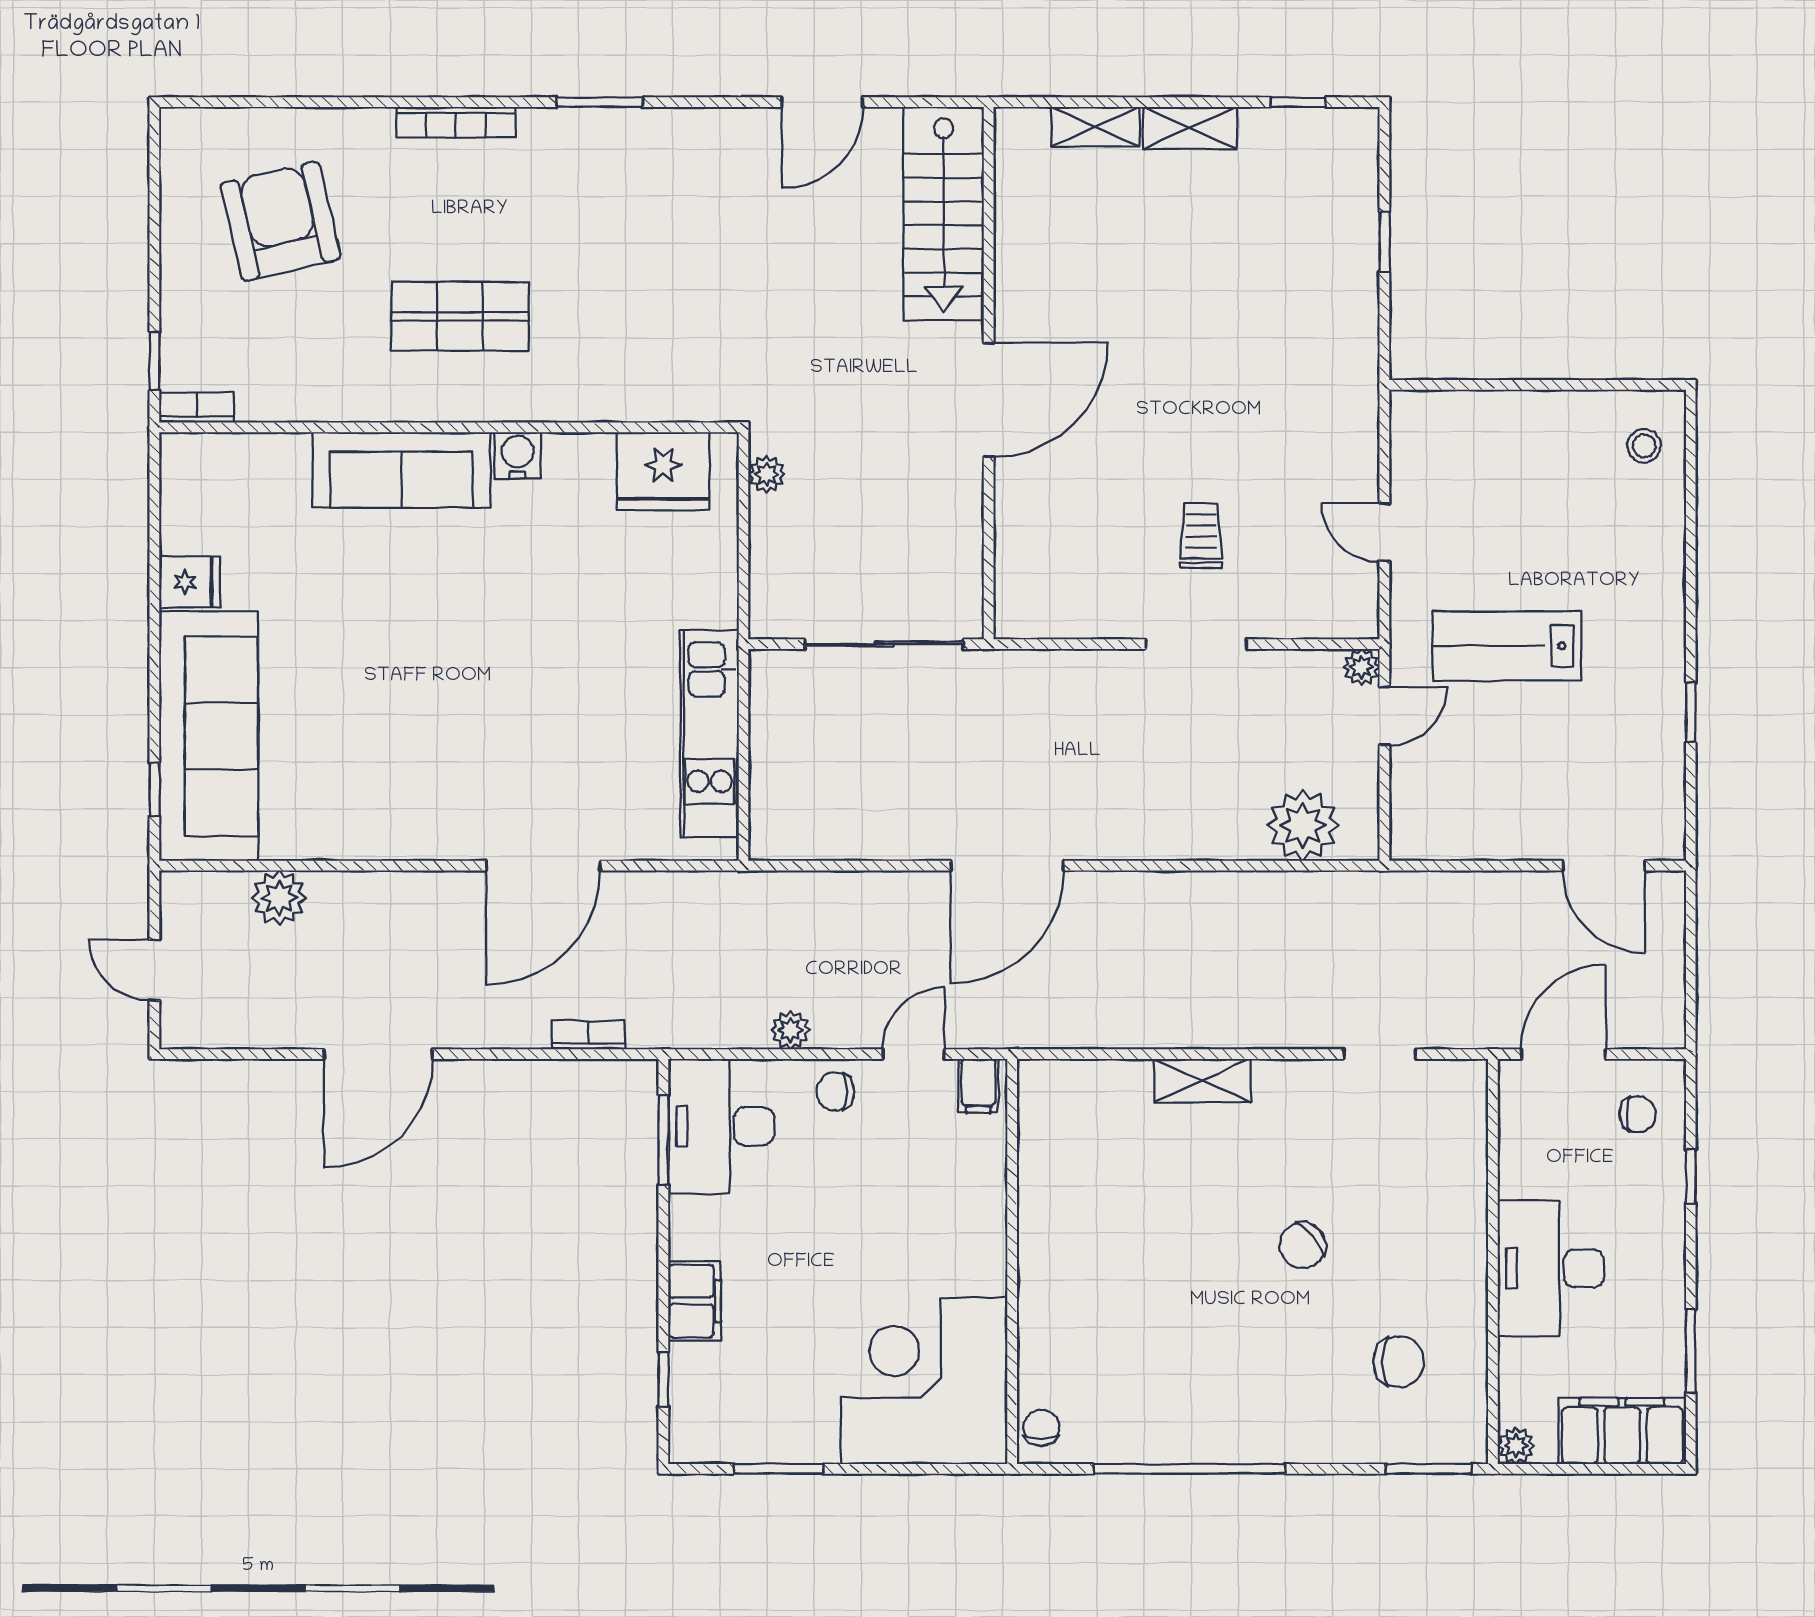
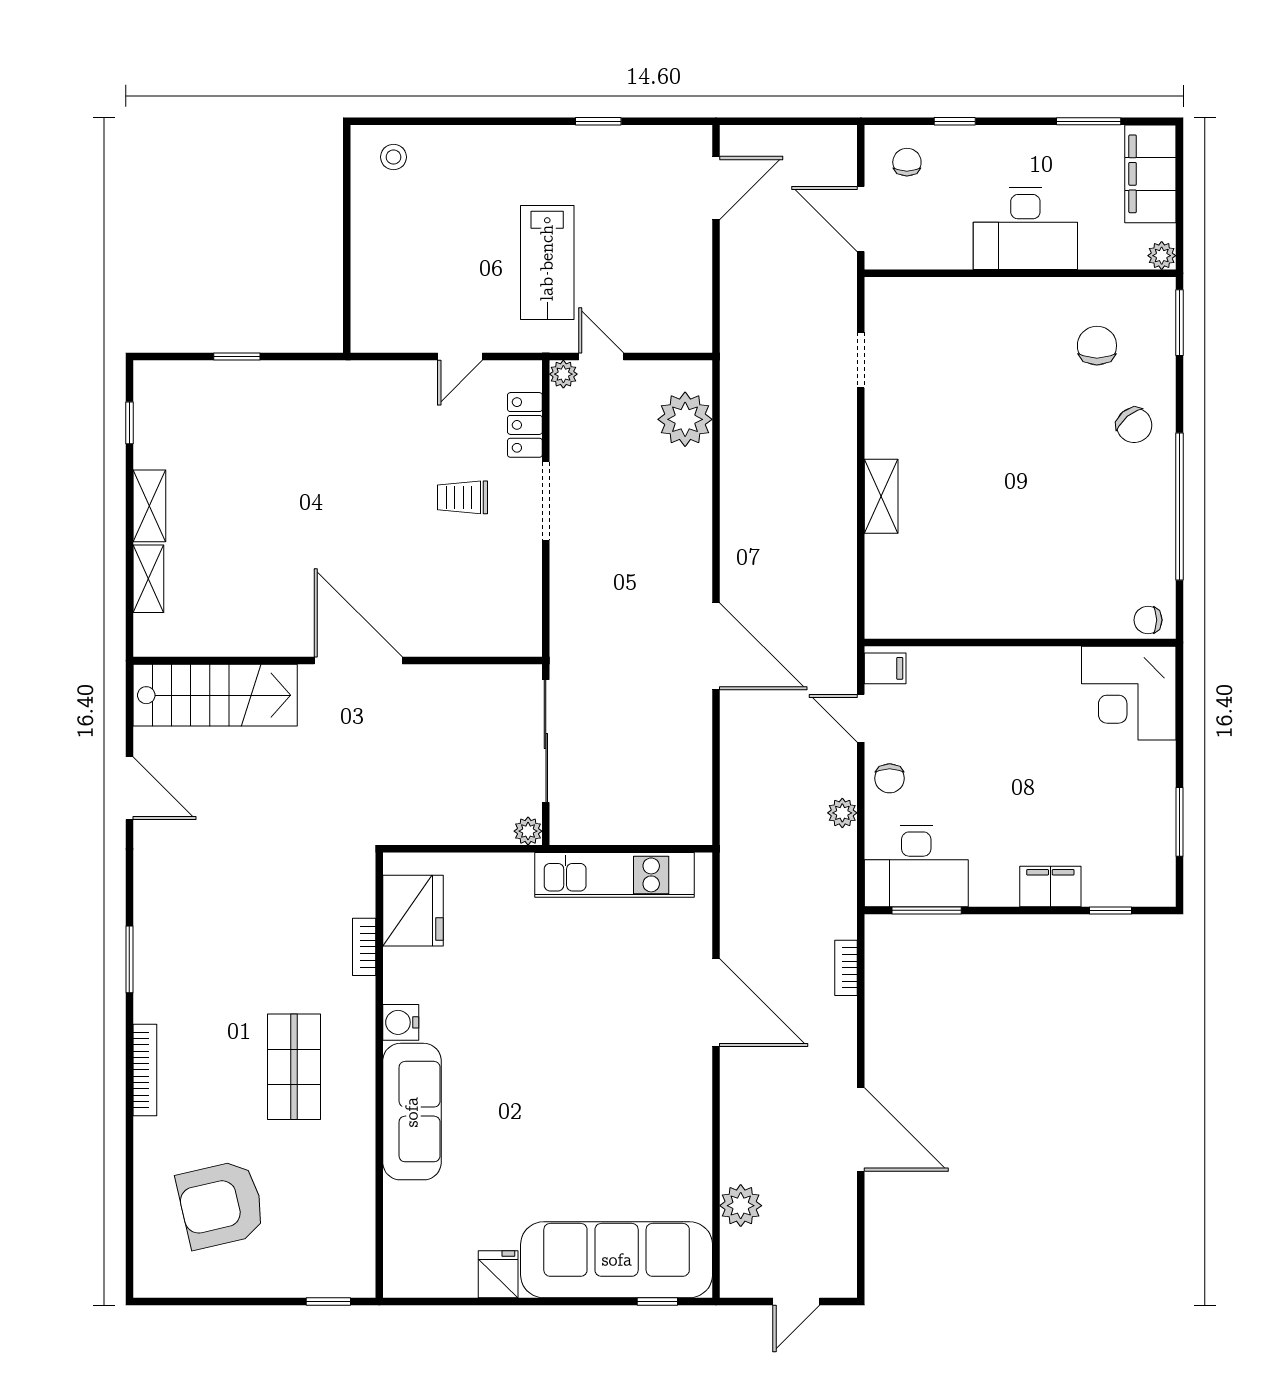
bookcase: (197, 408) -> (364, 947), moved
plant: (767, 474) -> (528, 831), moved
locker: (1295, 617) -> (525, 425), added
chair: (1302, 1246) -> (1134, 425), moved
corner desk: (924, 1381) -> (1129, 693), width x0.74, depth x0.74

